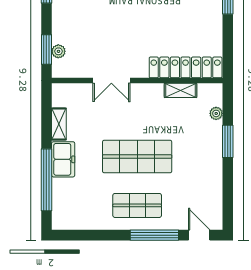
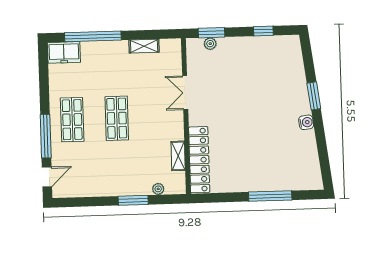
shop shelf: (137, 157) -> (117, 118), width x0.70, depth x0.74
freezer: (63, 159) -> (64, 52), moved

